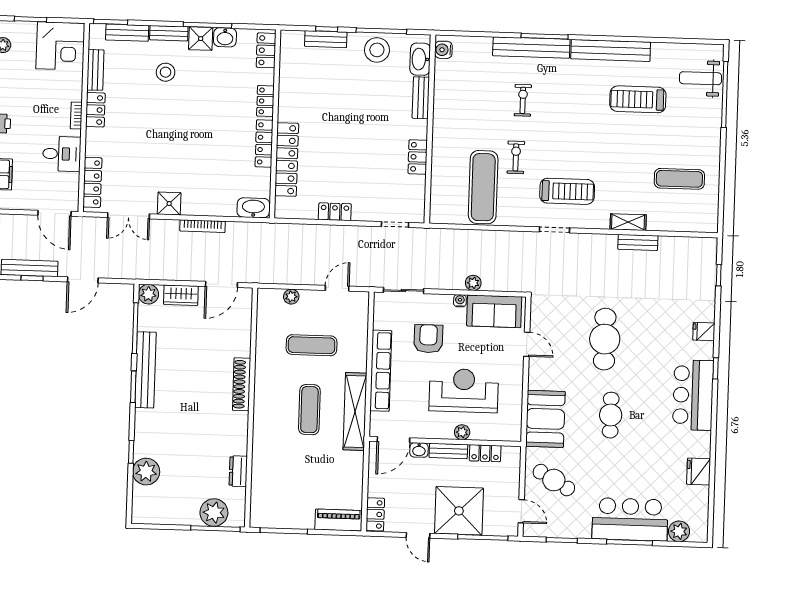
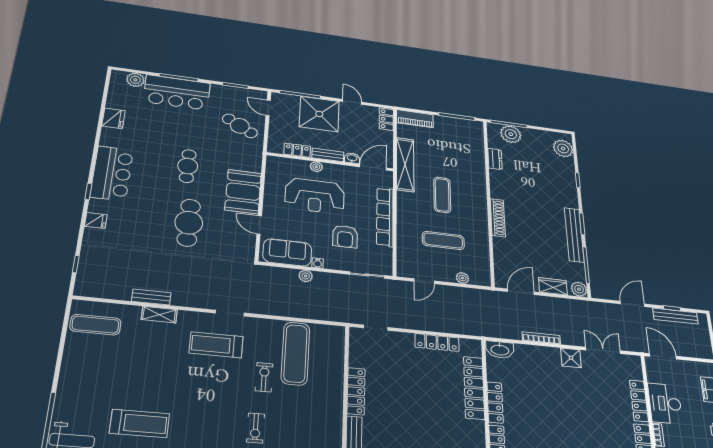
desk: (62, 154) -> (665, 403), width x1.37
locker: (418, 157) -> (356, 391), width x1.53
exercise bike: (516, 157) -> (264, 377), turned 180
exercise mat: (679, 179) -> (95, 325), moved
locker: (92, 182) -> (639, 401), moved
locker: (335, 212) -> (437, 342), width x1.53
shelving: (355, 412) -> (405, 165), moved
booth: (545, 419) -> (243, 192), moved
plant: (146, 472) -> (563, 148), moved

